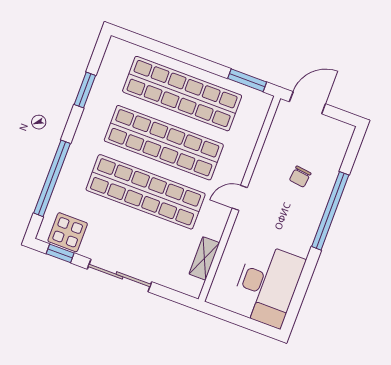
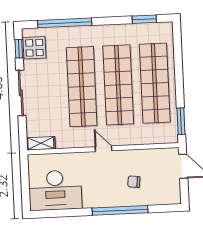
window: (85, 90) -> (144, 19), moved
shelving: (204, 258) -> (41, 143), moved

